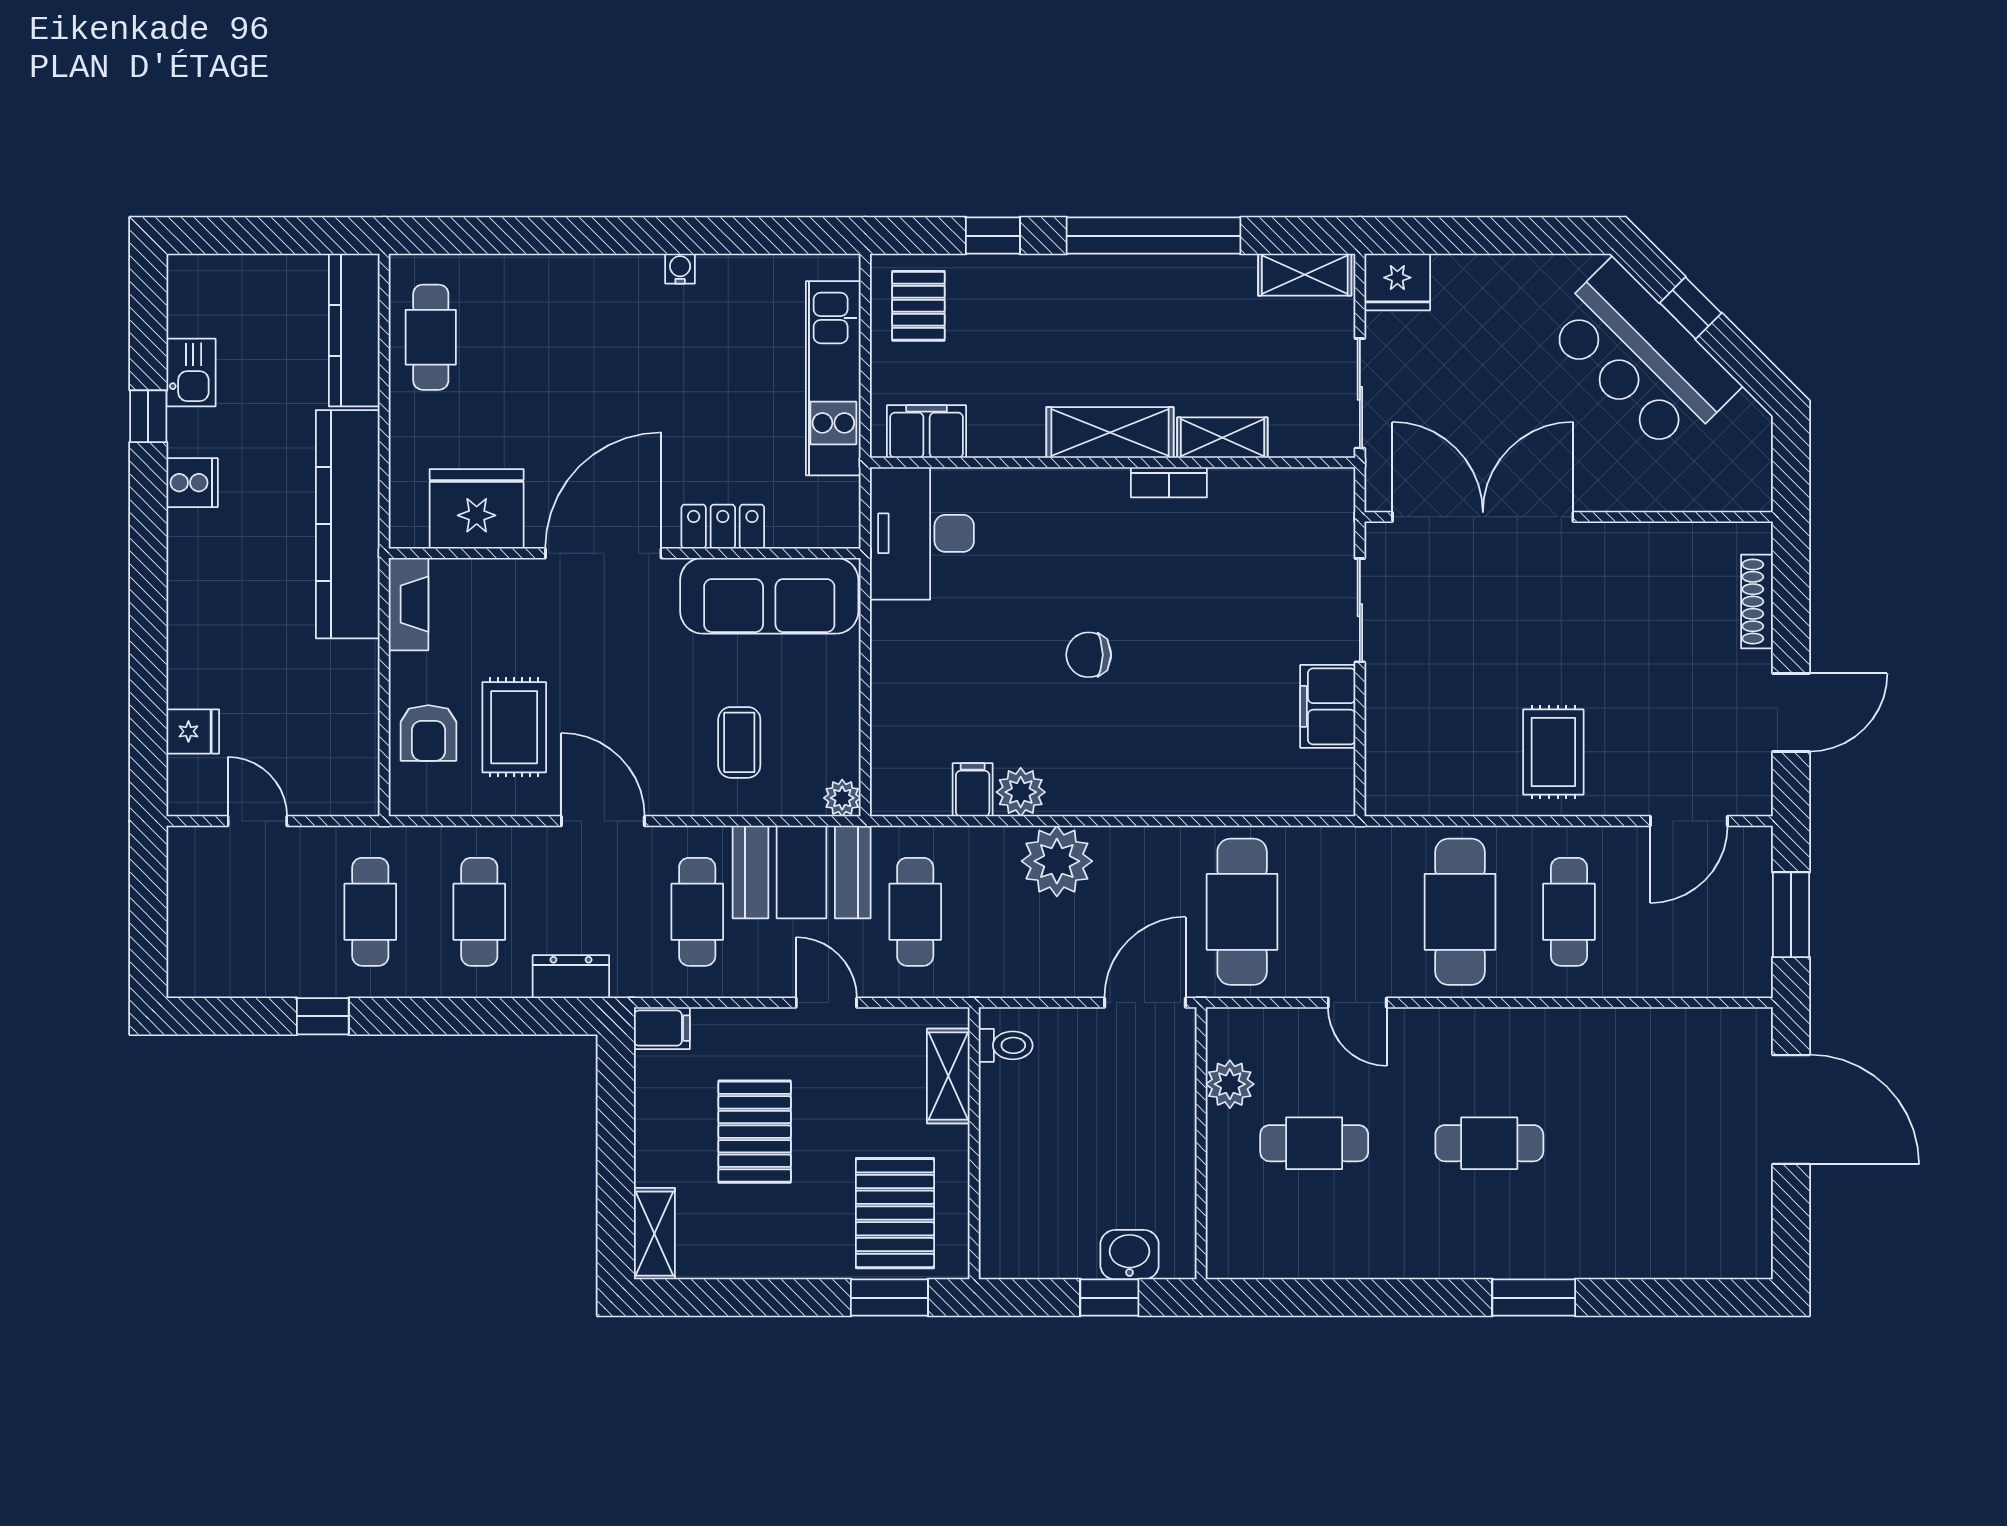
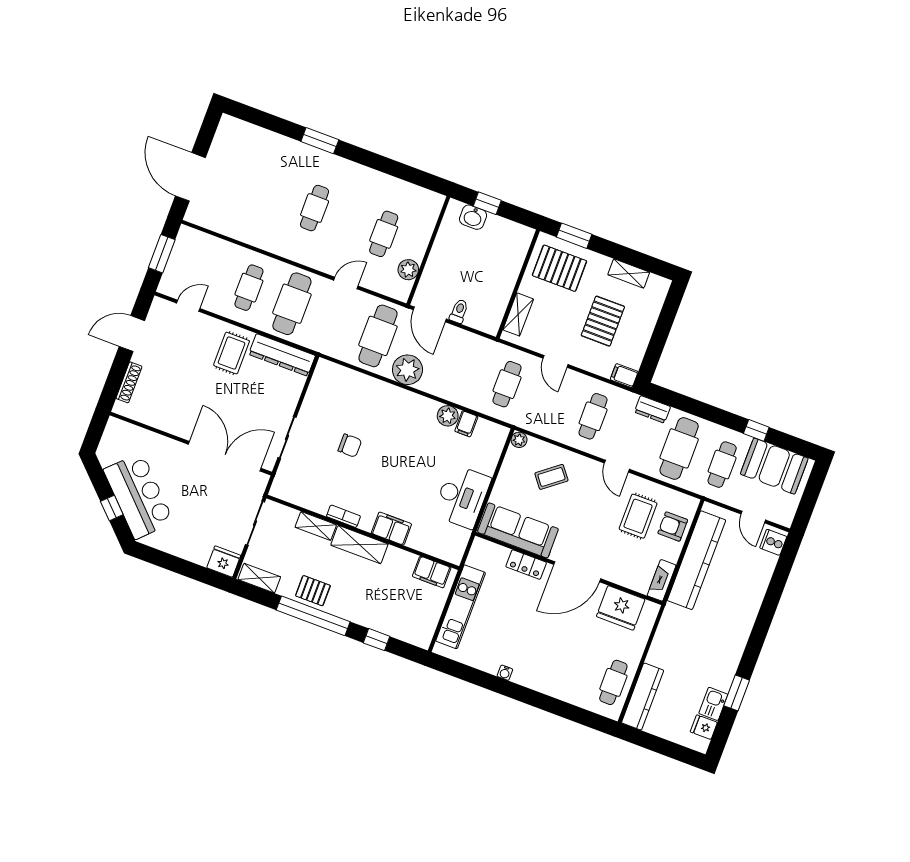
pallet: (918, 306) -> (313, 591), moved, turned 90
window: (148, 416) -> (737, 693), width x1.50
cooker: (192, 483) -> (773, 542), moved
double door: (1483, 517) -> (225, 456), swing flipped
kitchen counter: (348, 524) -> (696, 560), moved
desk: (922, 533) -> (462, 497), moved
chair: (1089, 655) -> (350, 446), moved
filing cabinet: (1328, 706) -> (391, 529), moved, turned -90
fridge: (193, 731) -> (704, 727), moved
armchair: (428, 733) -> (673, 527), turned -90
coffee table: (739, 742) -> (551, 477), turned 52
dresser: (1440, 790) -> (282, 355), added
door: (603, 821) -> (617, 466), width x0.73
door: (1689, 821) -> (188, 306), width x0.73
plant: (1057, 861) -> (407, 370), moved
booth: (802, 872) -> (774, 466), moved
cafe table: (479, 912) -> (679, 448), width x1.37, depth x1.35
door: (1145, 1003) -> (430, 314), hinge flipped
door: (1357, 1003) -> (346, 283), hinge flipped
toilet: (1006, 1045) -> (459, 311), moved, turned 90
cafe table: (1314, 1143) -> (384, 234), turned 90
cafe table: (1489, 1143) -> (315, 208), turned 90
pallet: (895, 1213) -> (559, 268), turned 90
shelving: (654, 1234) -> (629, 274), moved, turned 90

